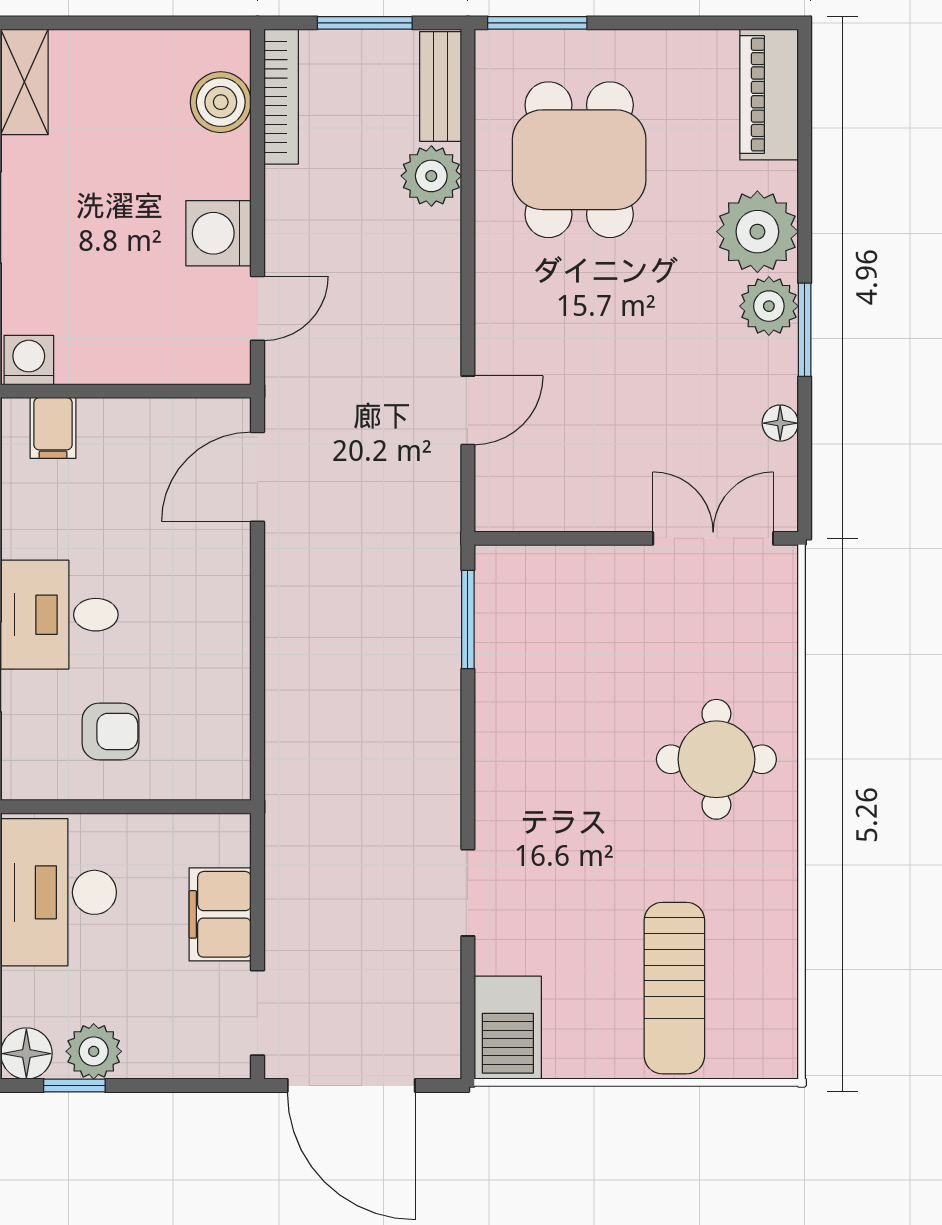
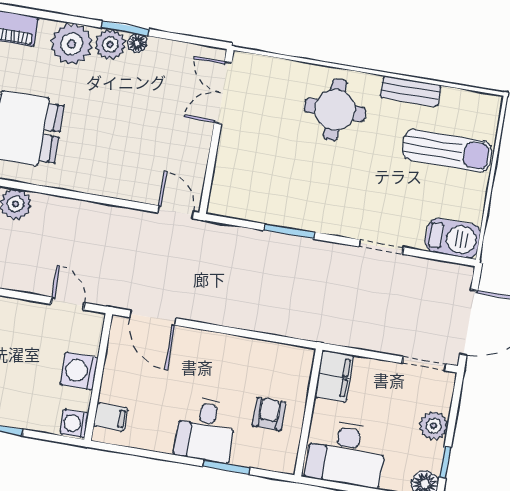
washing machine: (218, 233) -> (79, 371), moved, turned 90
door: (468, 410) -> (176, 212), moved
floor lamp: (780, 423) -> (137, 43), moved
window: (468, 620) -> (290, 231), moved
bench: (777, 898) -> (411, 91), added
filing cabinet: (220, 914) -> (334, 376), moved, turned -90
plant: (94, 1051) -> (434, 426), moved

